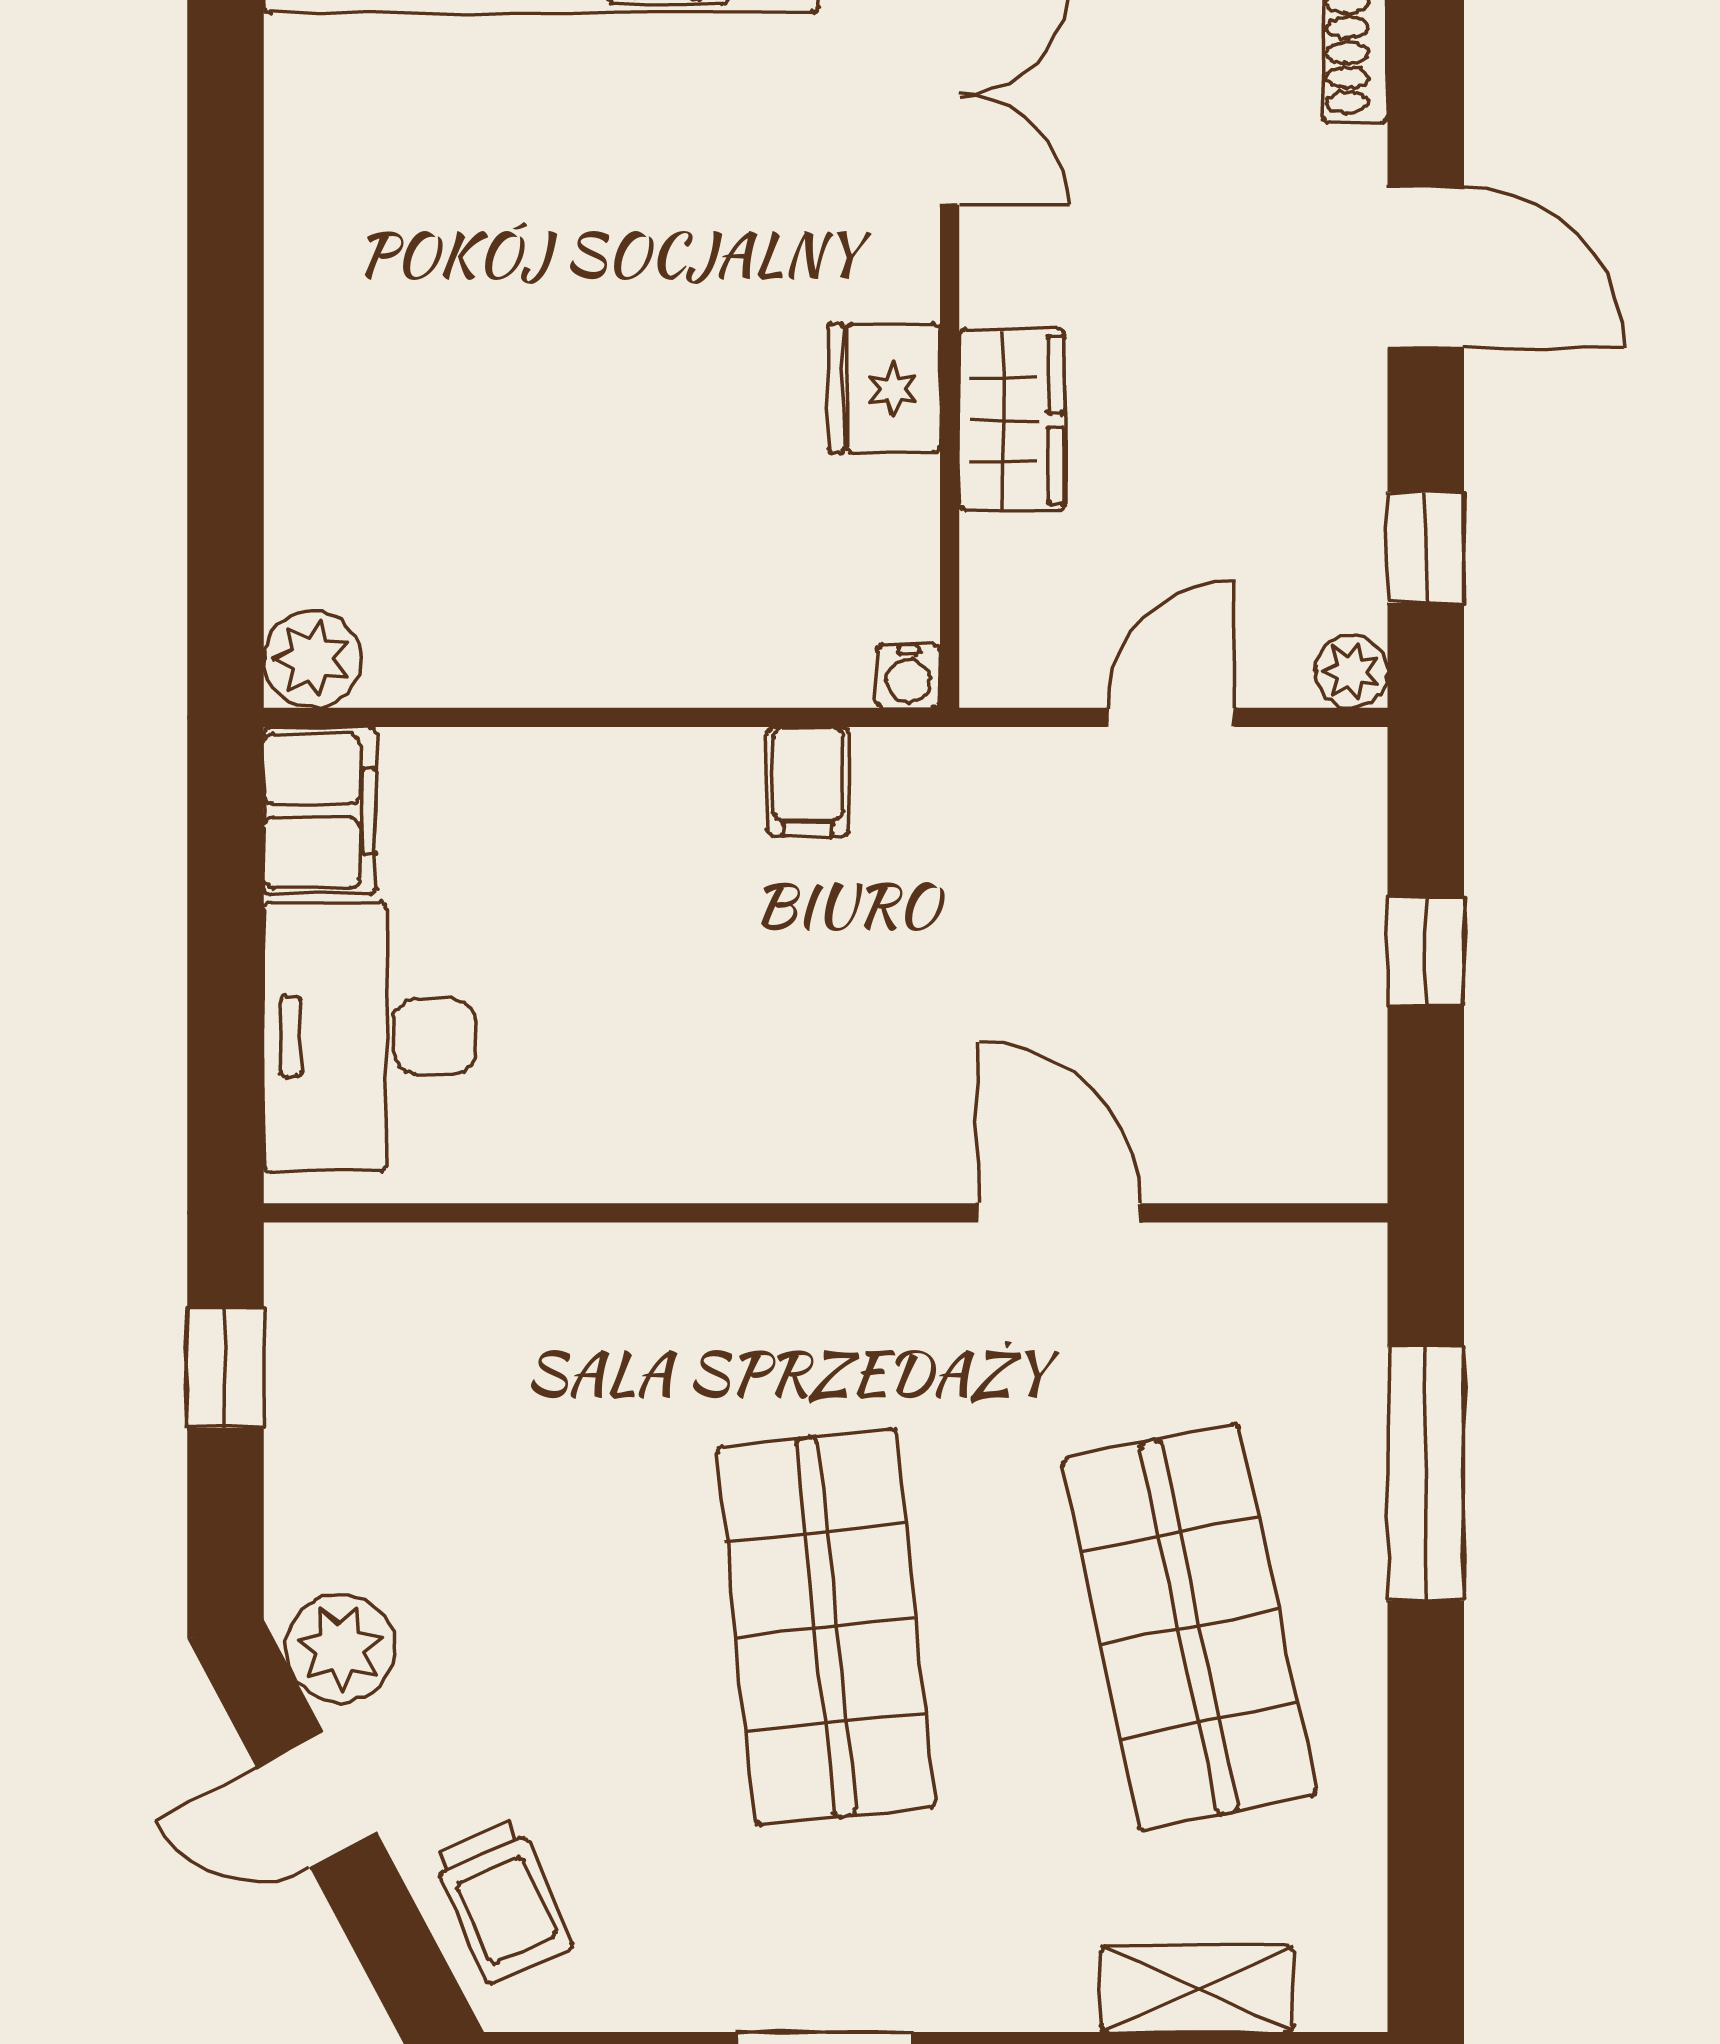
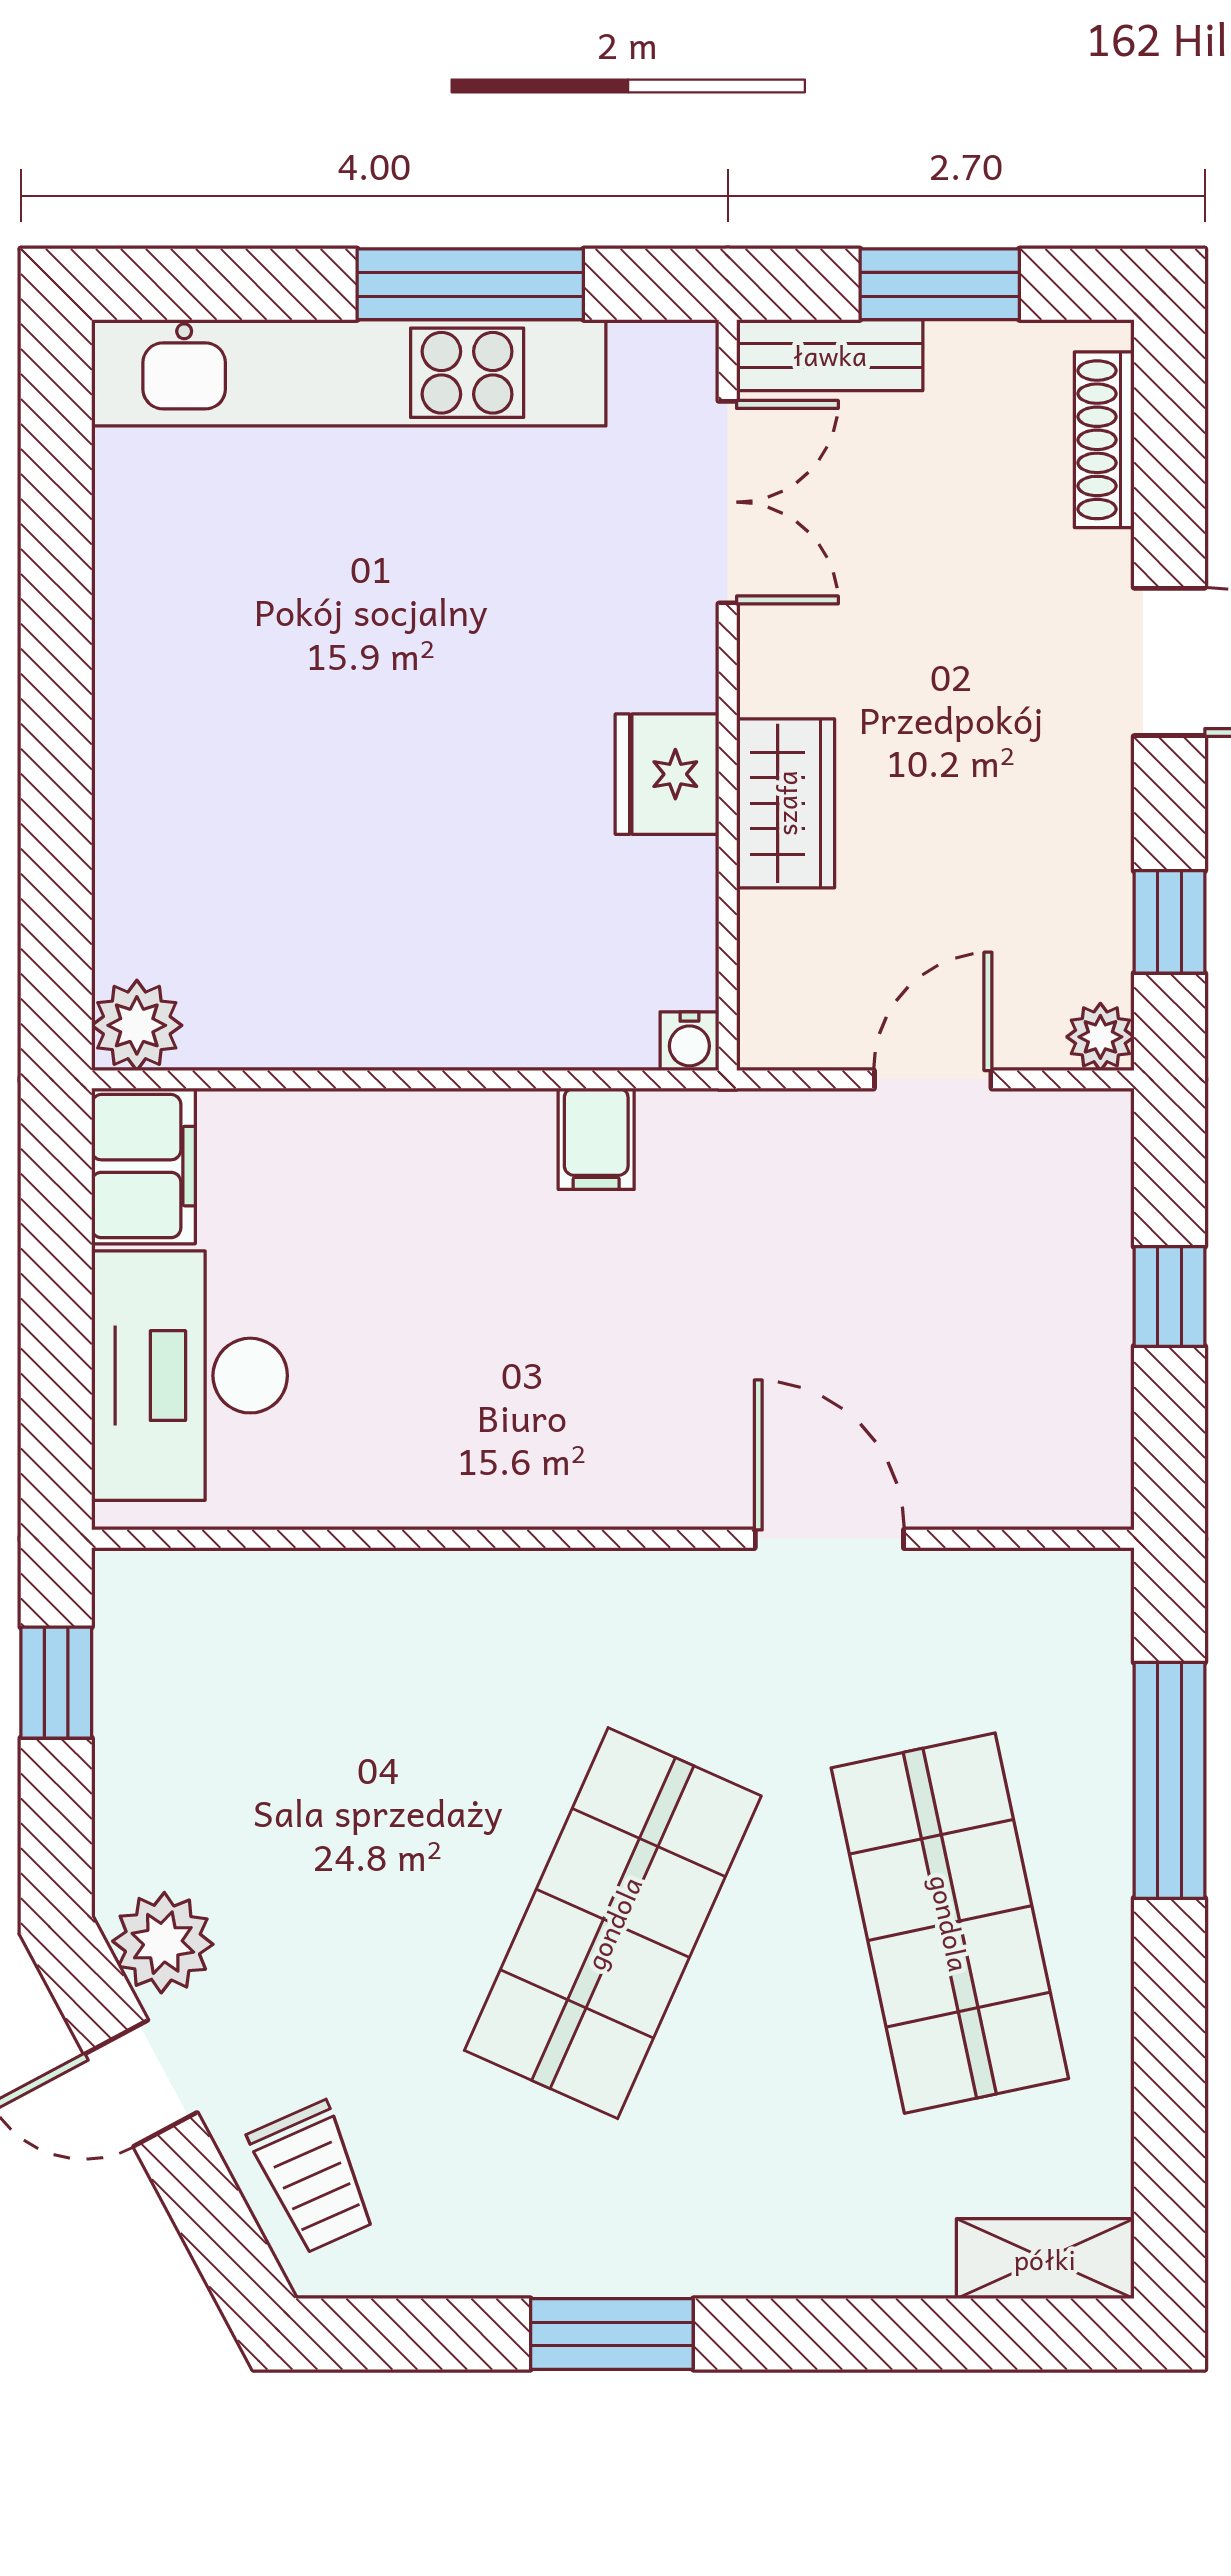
shop shelf: (826, 1627) -> (613, 1923), turned 30
shelving: (1197, 1989) -> (1045, 2259), moved

